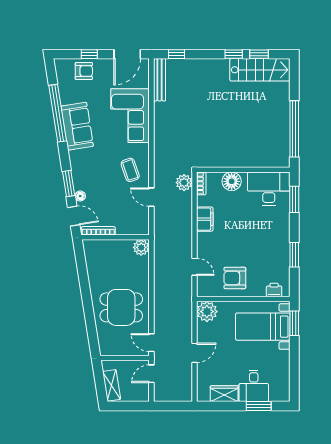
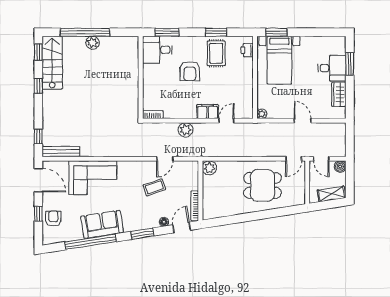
window: (259, 54) -> (38, 52), moved
plant: (282, 115) -> (92, 43), added
window: (294, 129) -> (85, 32), moved
coffee table: (130, 170) -> (154, 187), moved
floor lamp: (232, 181) -> (151, 88), removed
plant: (184, 183) -> (185, 130), moved
window: (69, 184) -> (142, 234), moved
desk: (269, 189) -> (157, 50), width x0.73
filing cabinet: (205, 219) -> (208, 112), moved
rug: (271, 255) -> (216, 53), added
armchair: (235, 278) -> (190, 71), moved
dining table: (121, 307) -> (262, 185), turned 90
plant: (207, 312) -> (262, 114), width x0.53, depth x0.53
boiler: (143, 395) -> (340, 166), added

